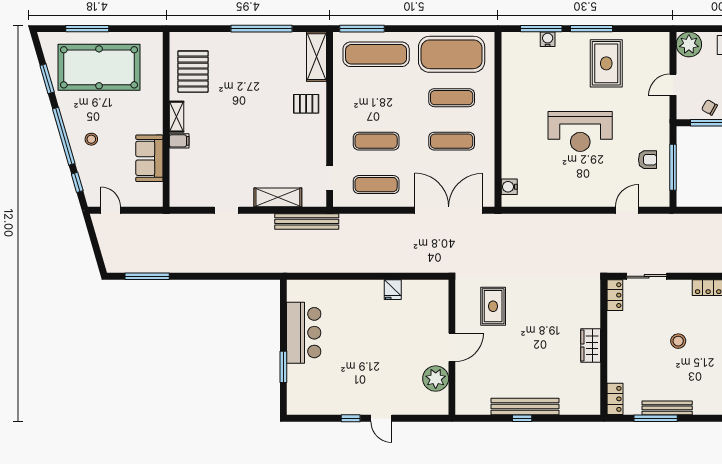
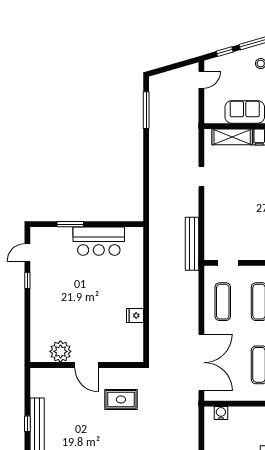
shelving: (278, 197) -> (232, 137), moved, turned 90
door: (381, 418) -> (27, 253), moved

